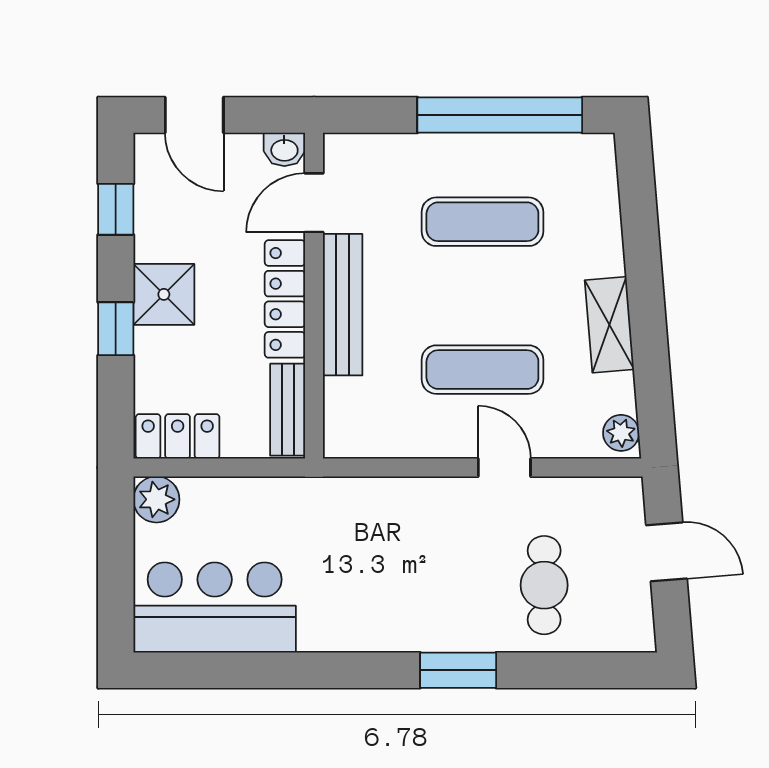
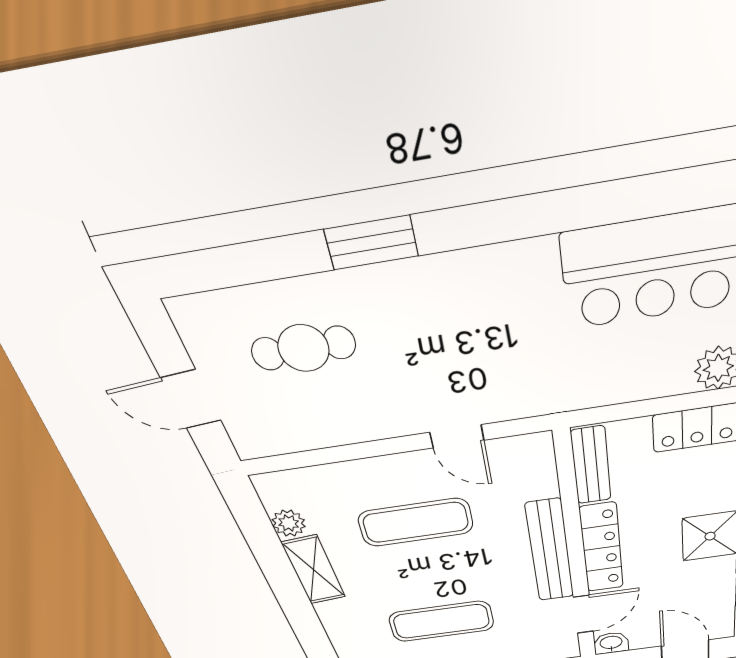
plant: (621, 433) -> (289, 523), moved
door: (504, 468) -> (457, 436), moved
cafe table: (544, 585) -> (304, 348), turned 90

